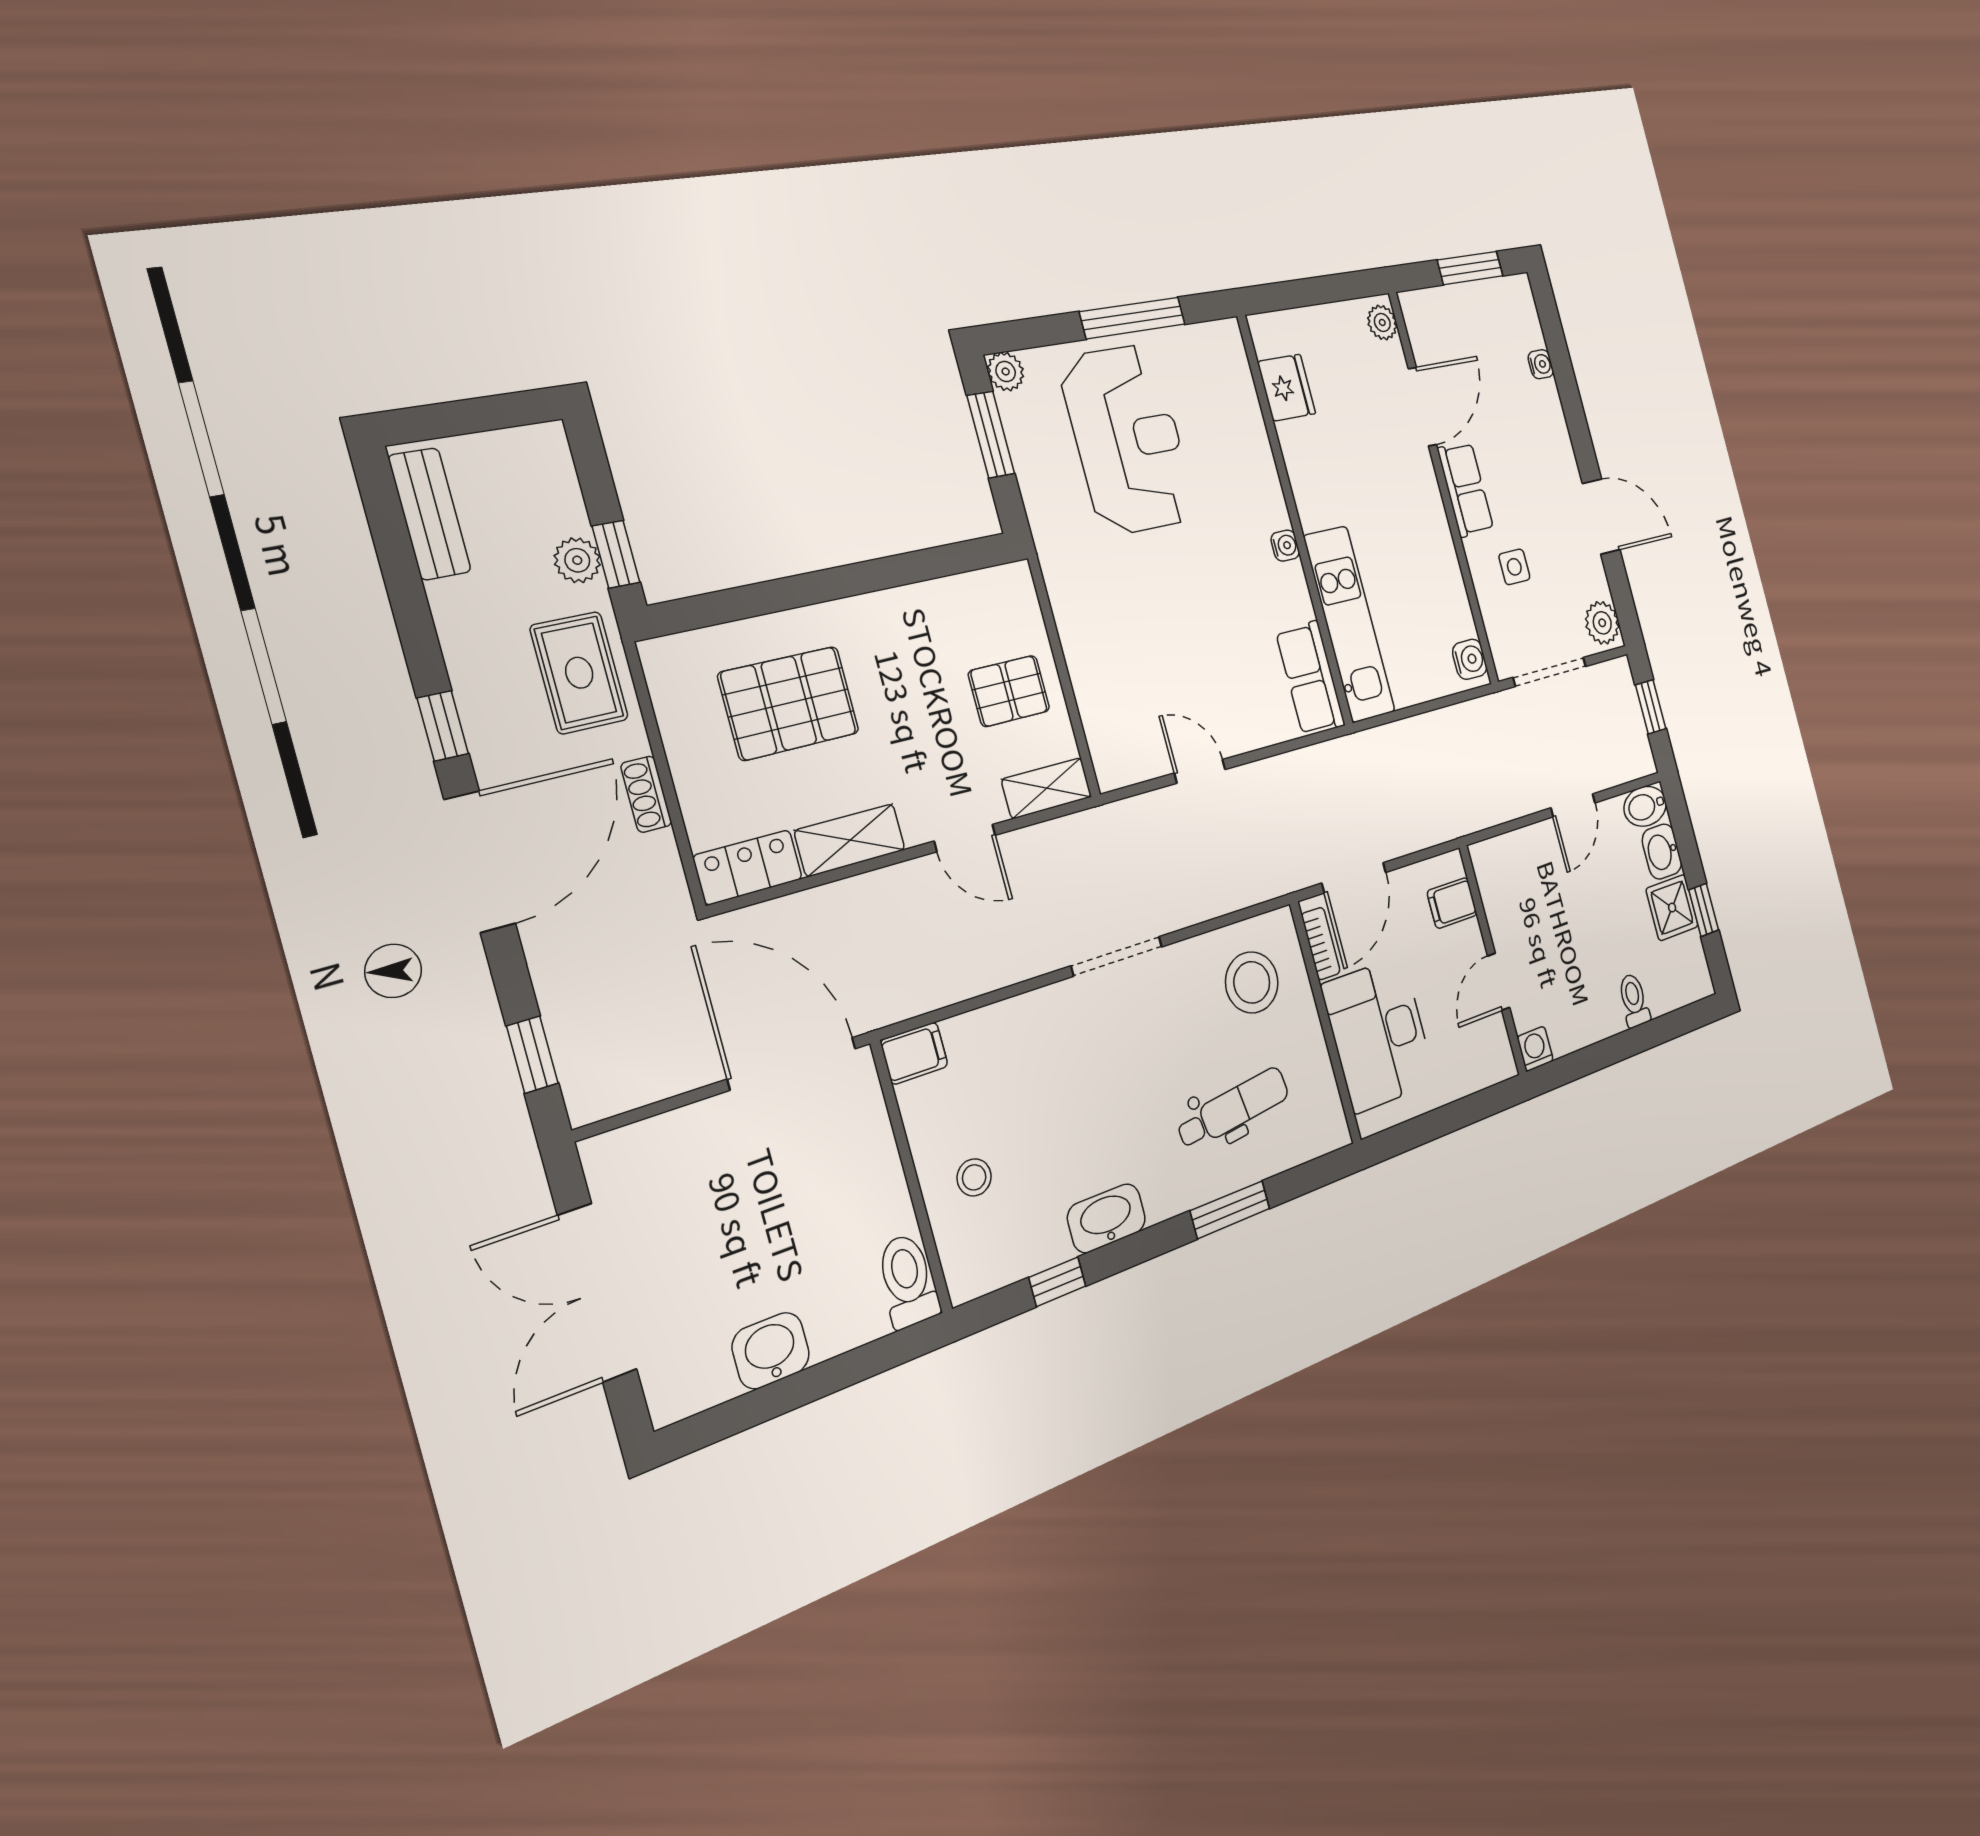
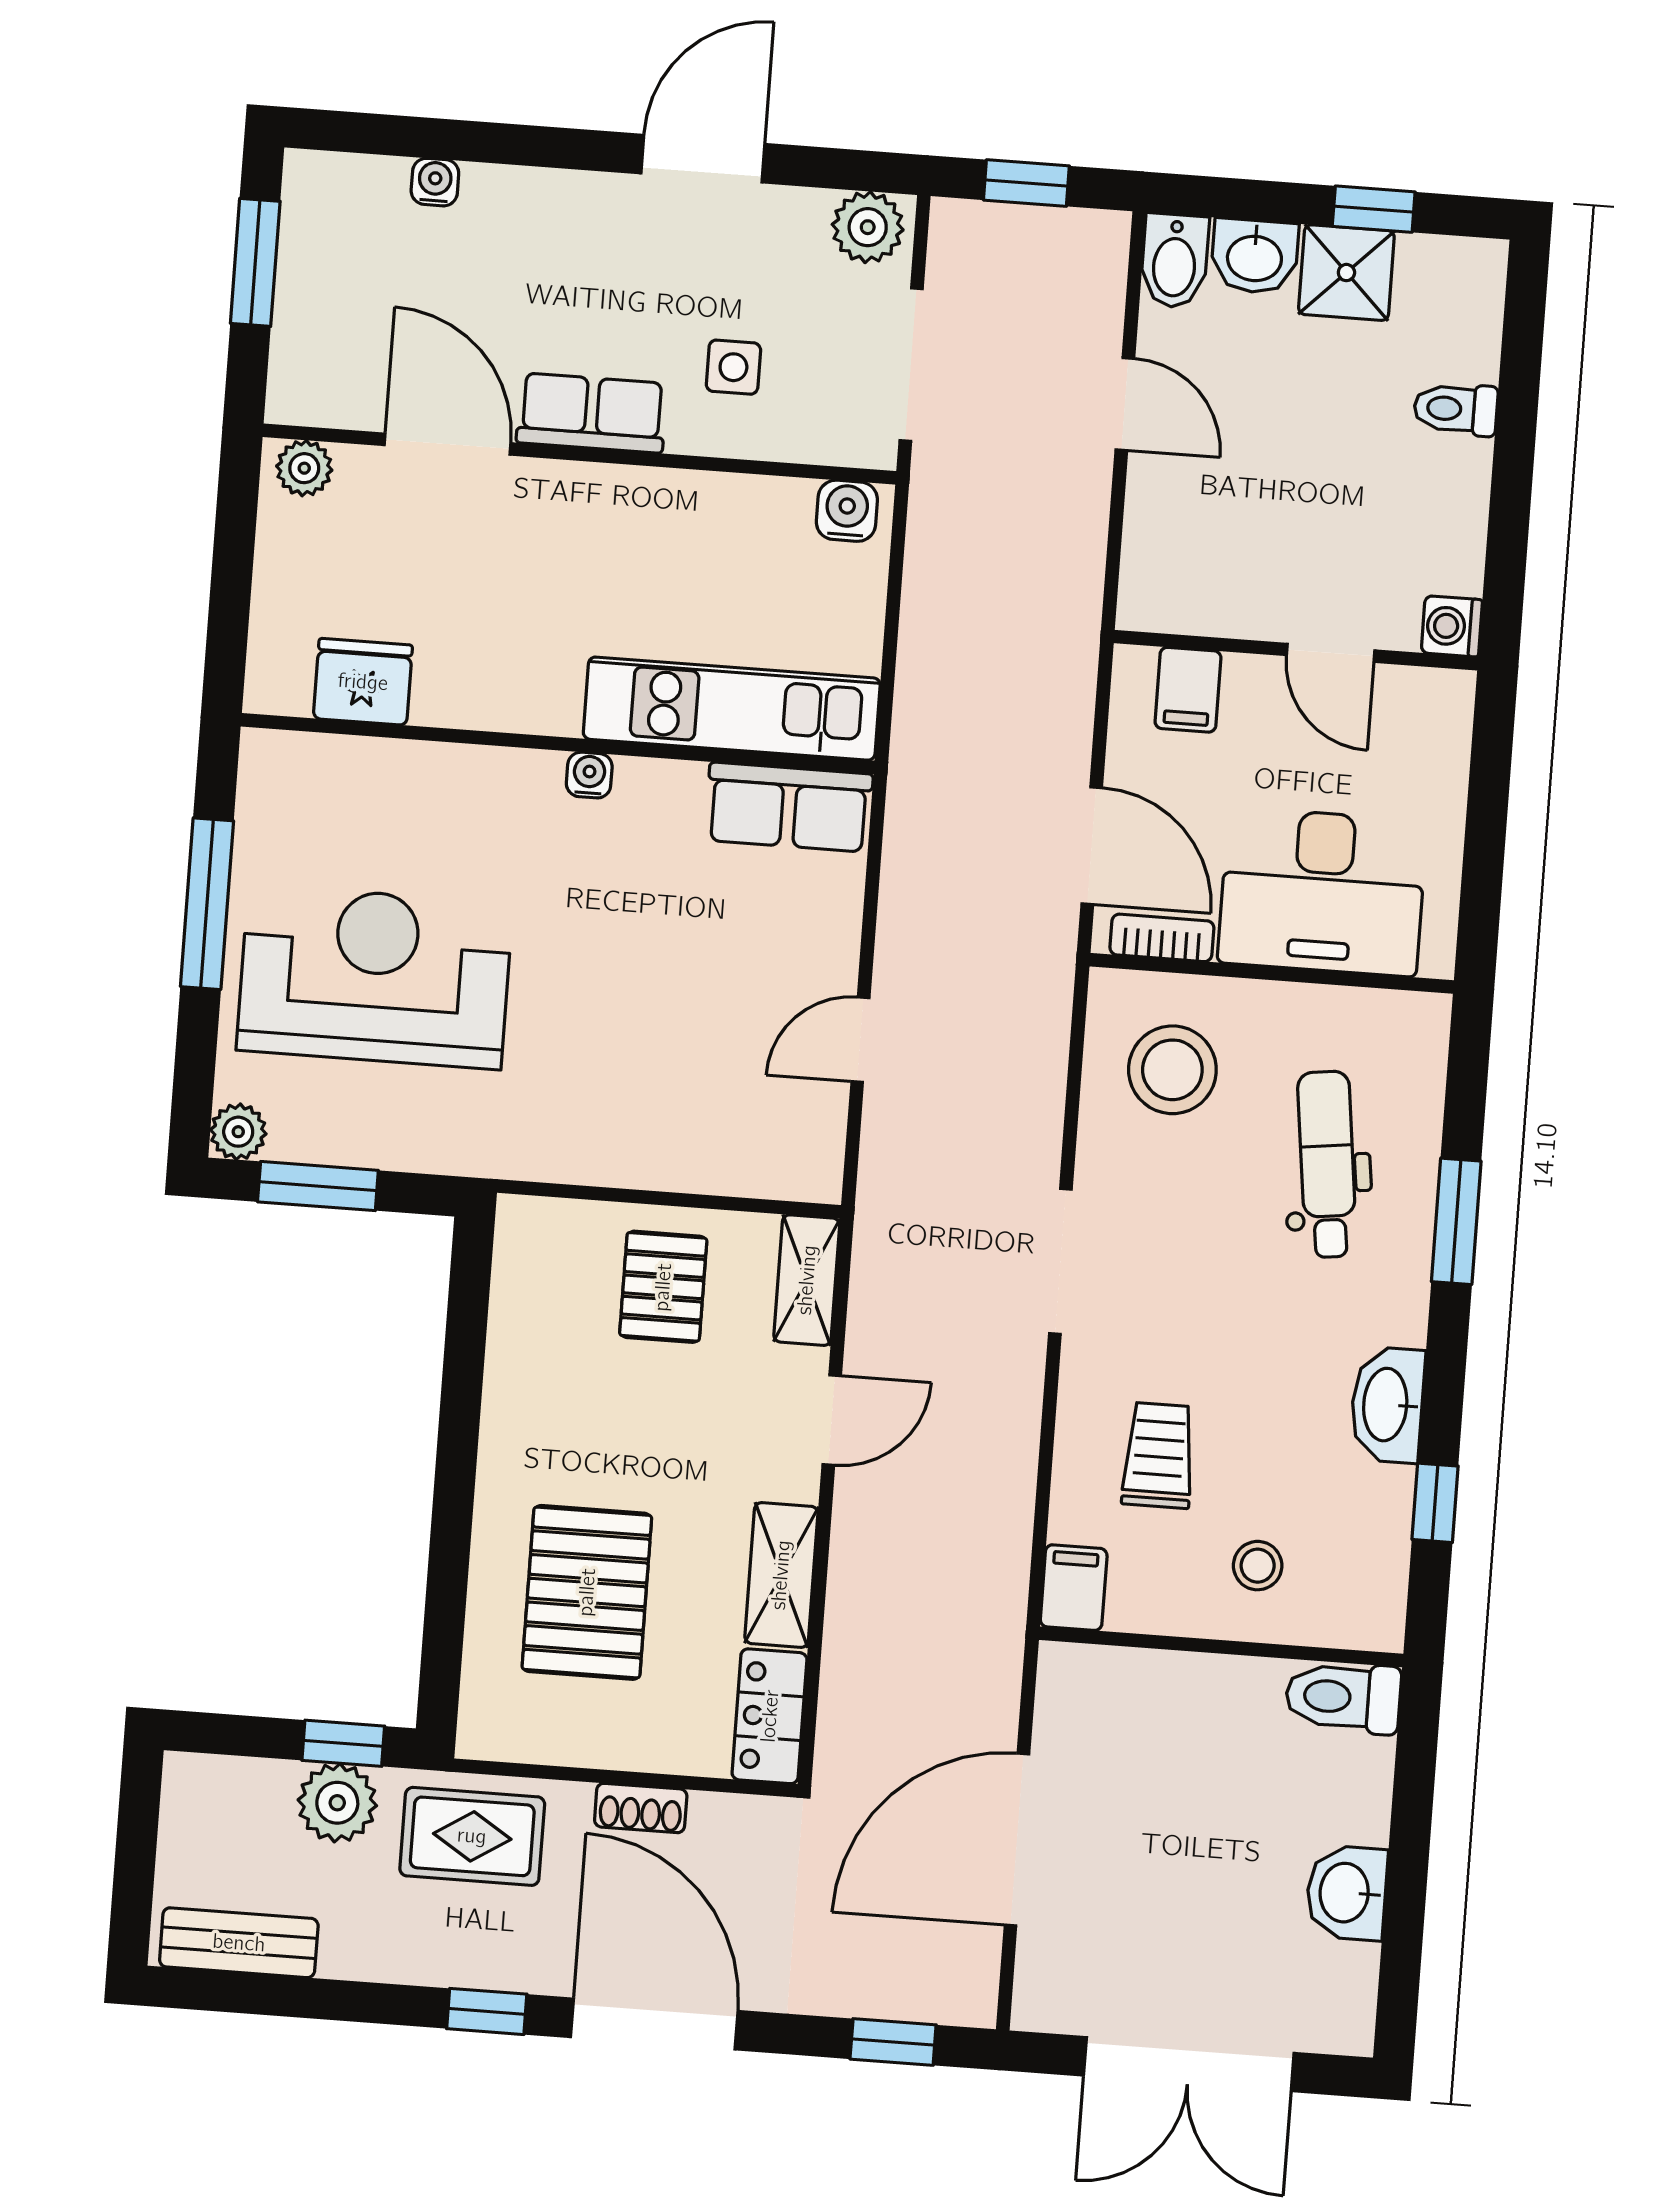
plant: (577, 560) -> (337, 1803), width x1.38, depth x1.38
door: (792, 1064) -> (1017, 1839), moved
trolley: (1021, 1076) -> (1159, 1455), added

